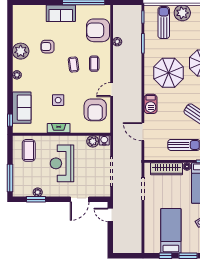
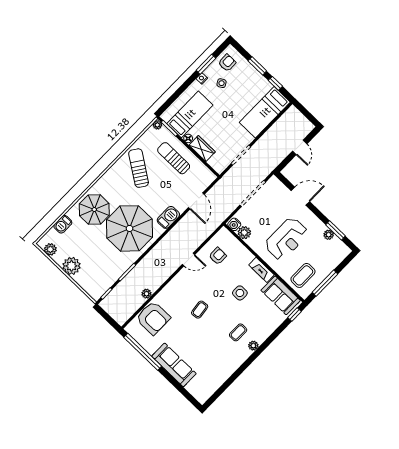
sofa: (61, 13) -> (174, 365), width x1.36
sun lounger: (164, 23) -> (94, 273), removed
armchair: (48, 47) -> (207, 344), removed
plant: (21, 51) -> (232, 362), removed
coffee table: (94, 64) -> (238, 332), moved
parasol: (169, 73) -> (130, 228), width x1.36, depth x1.36
sofa: (22, 108) -> (281, 295), moved, turned -90
armchair: (95, 110) -> (218, 256), width x0.53, depth x0.53
wardrobe: (166, 169) -> (202, 149), width x0.67
window: (10, 178) -> (325, 283), moved
door: (110, 215) -> (300, 147), moved
bed: (171, 231) -> (265, 112), moved

